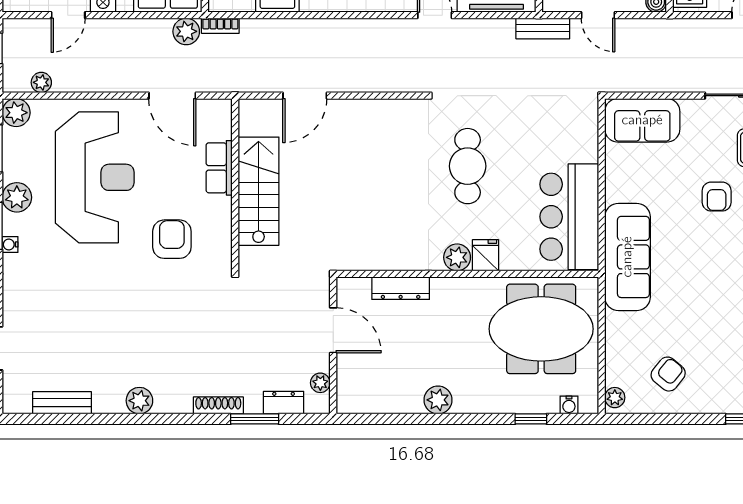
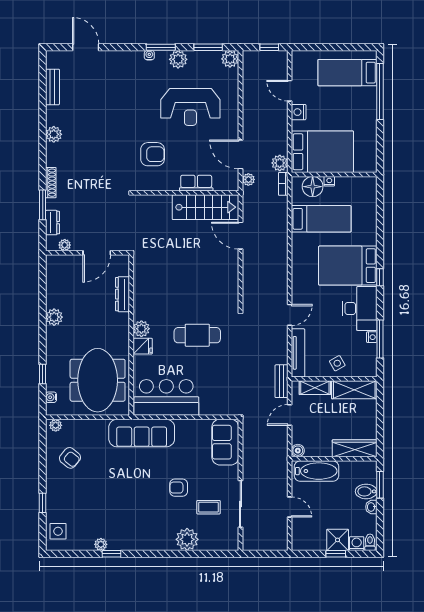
plant: (41, 82) -> (248, 179), moved
door: (172, 96) -> (240, 154), hinge flipped
reception desk: (95, 177) -> (190, 107), width x0.74, depth x0.77
stairs: (259, 191) -> (205, 207), moved

